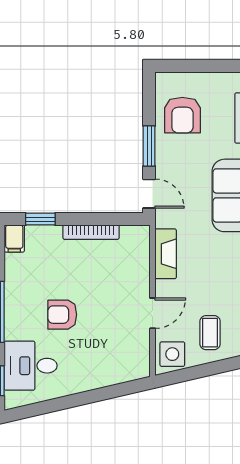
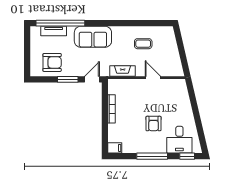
window: (40, 219) -> (105, 135), removed
coffee table: (210, 333) -> (143, 44), moved
side table: (172, 354) -> (174, 68), removed

